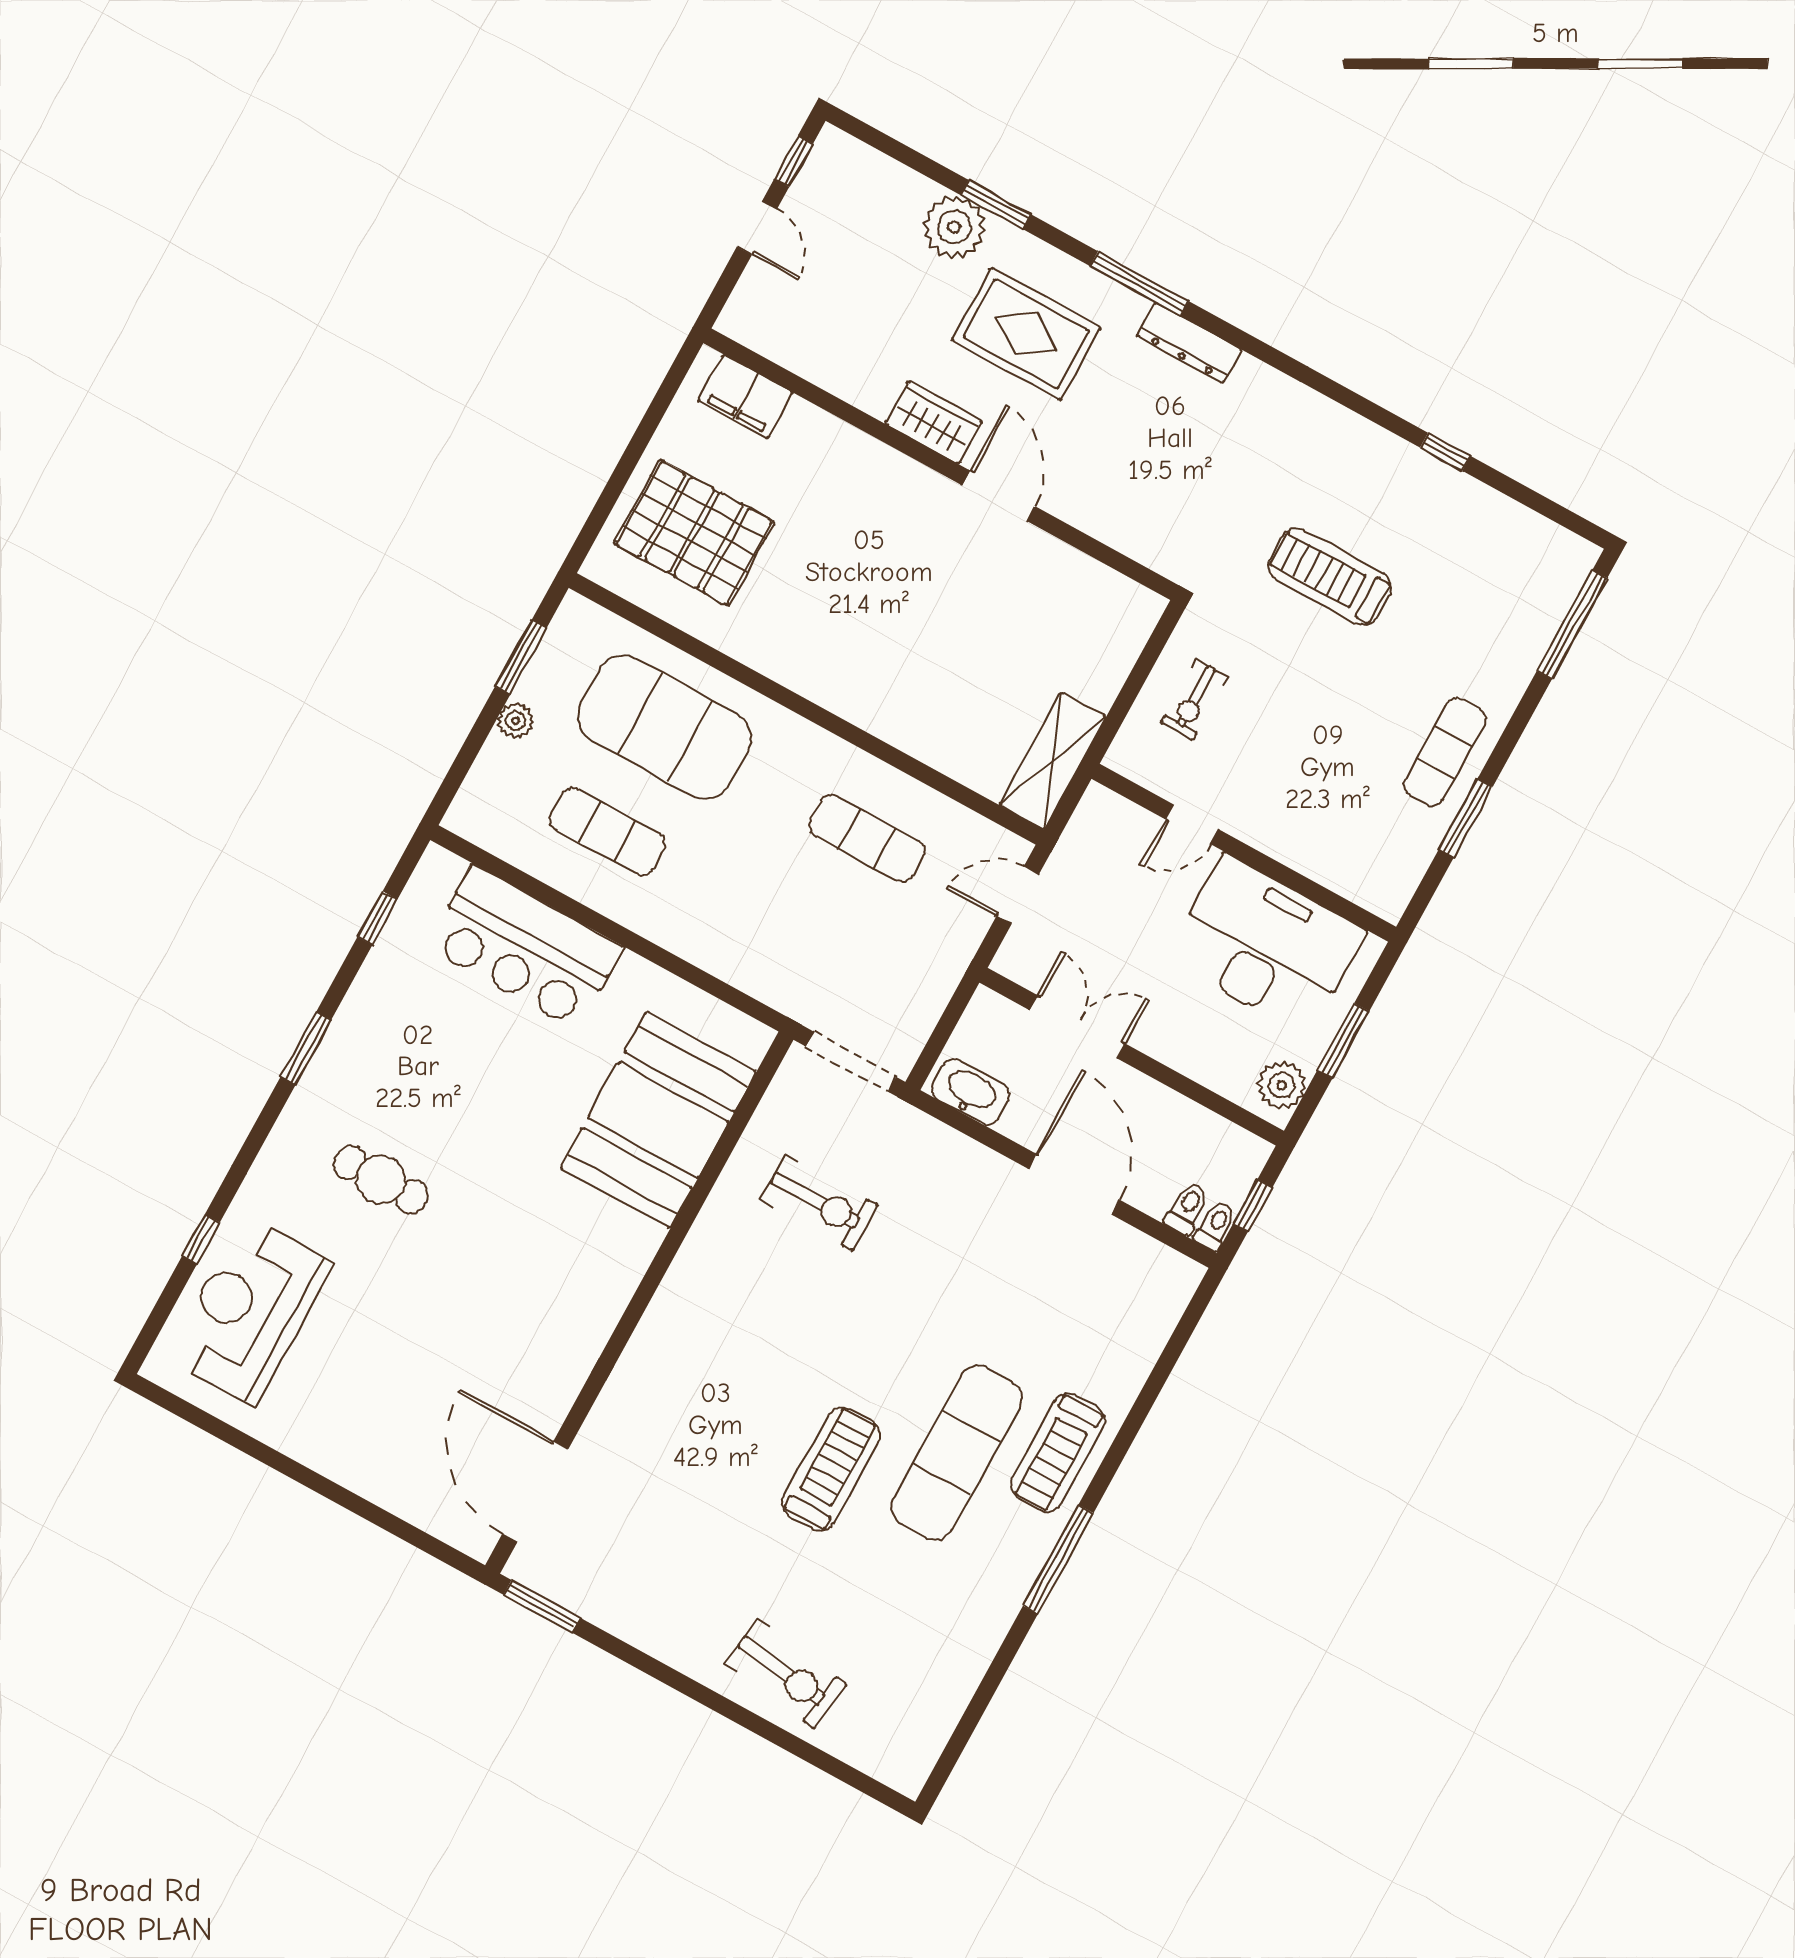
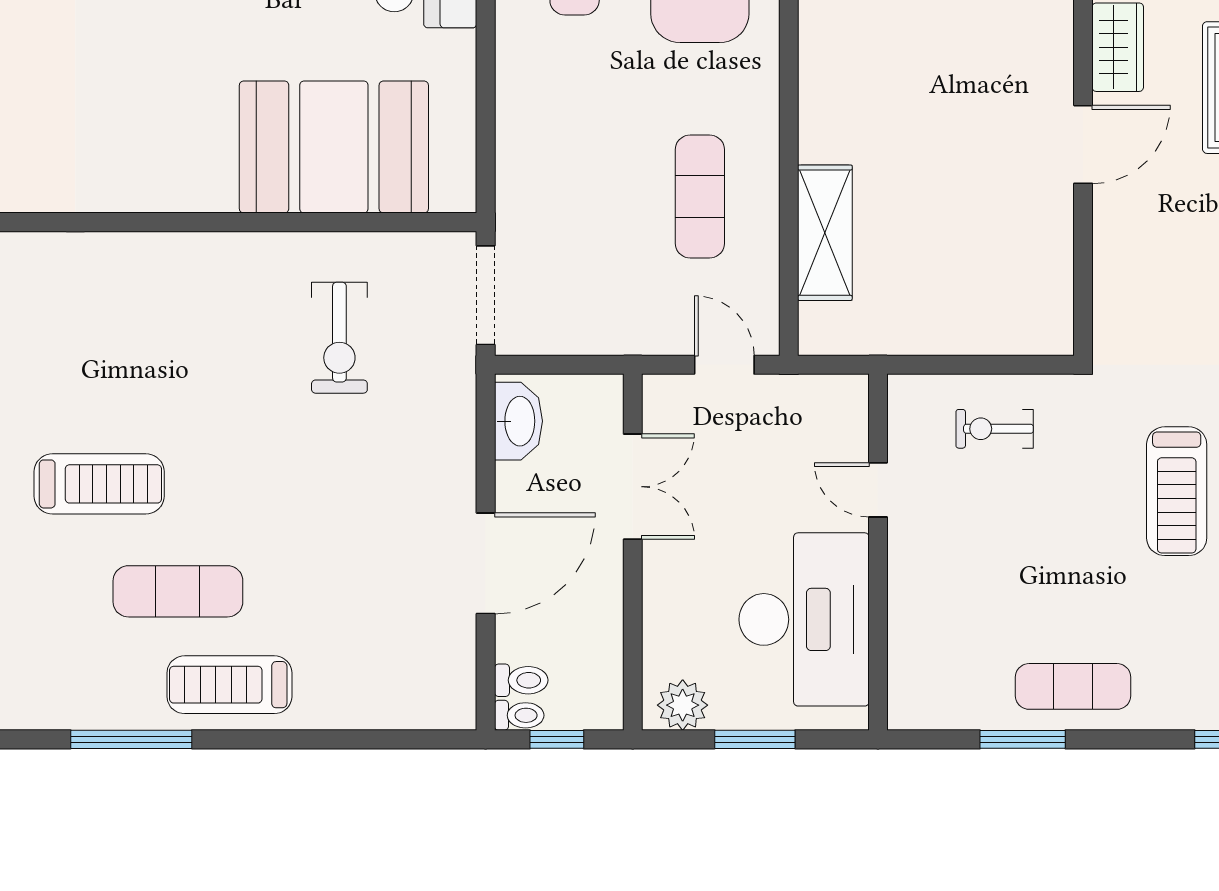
treadmill: (1330, 577) -> (1177, 491), turned 180
shelving: (1052, 761) -> (825, 233), moved, turned 90
exercise mat: (956, 1453) -> (178, 591), width x0.73, depth x0.69

